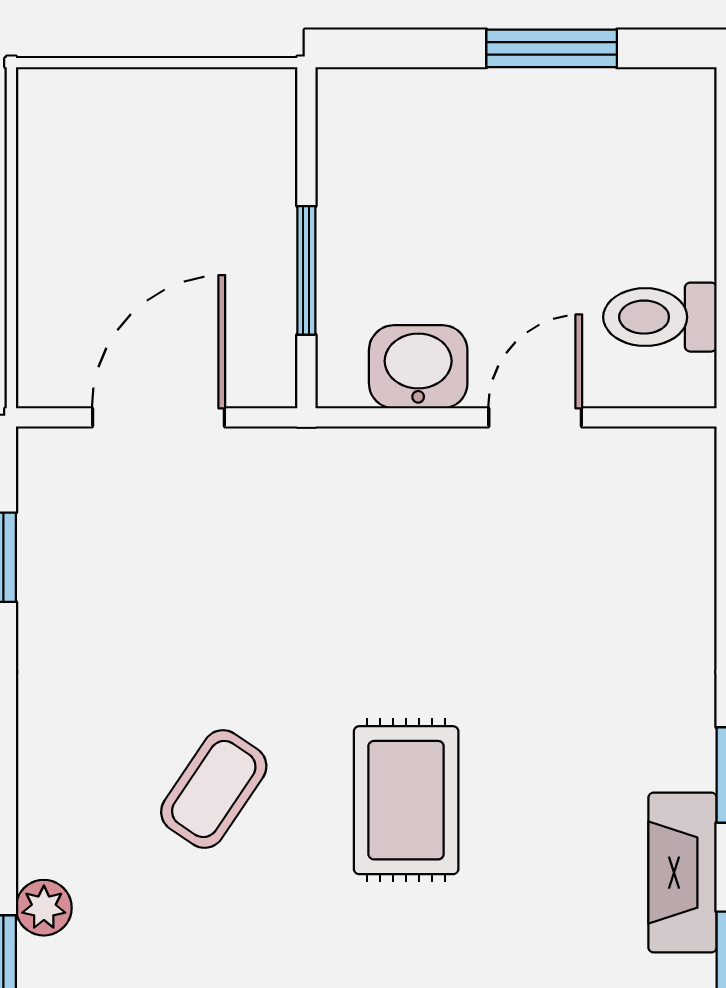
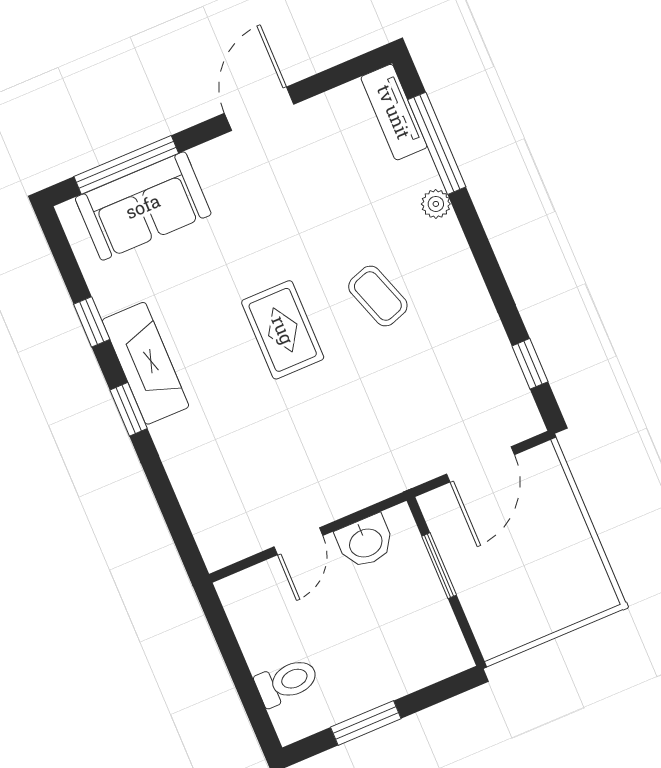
toilet: (660, 317) -> (287, 682), moved
coffee table: (214, 789) -> (378, 296), turned -53
fireplace: (682, 873) -> (146, 363), width x1.37, depth x1.32

